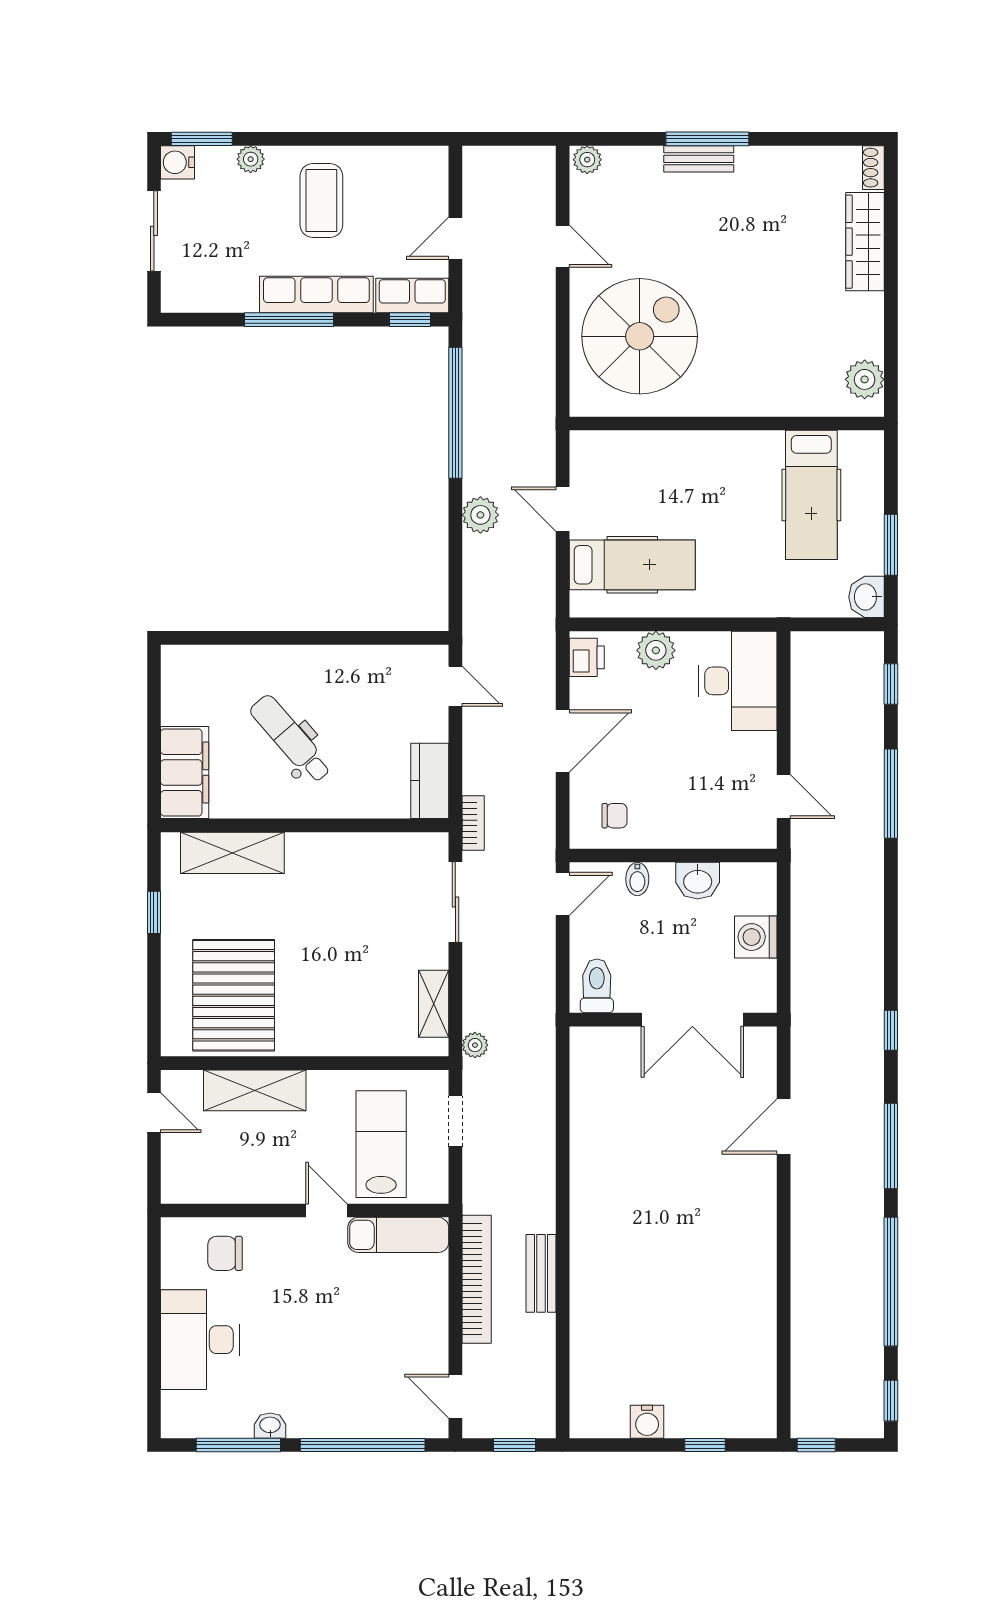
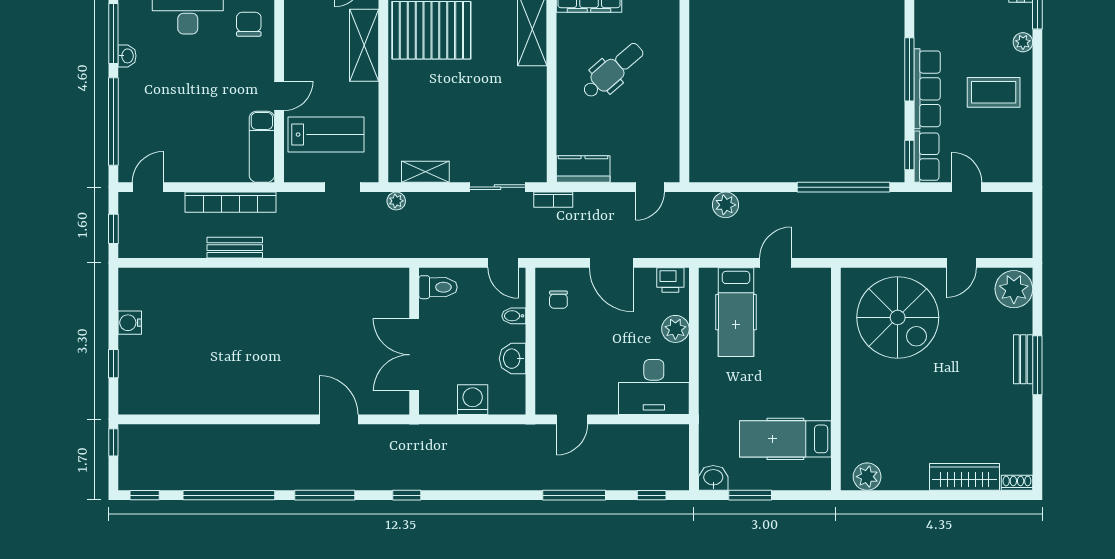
plant: (587, 160) -> (1014, 289), width x1.88, depth x1.88
plant: (480, 515) -> (726, 205), moved

